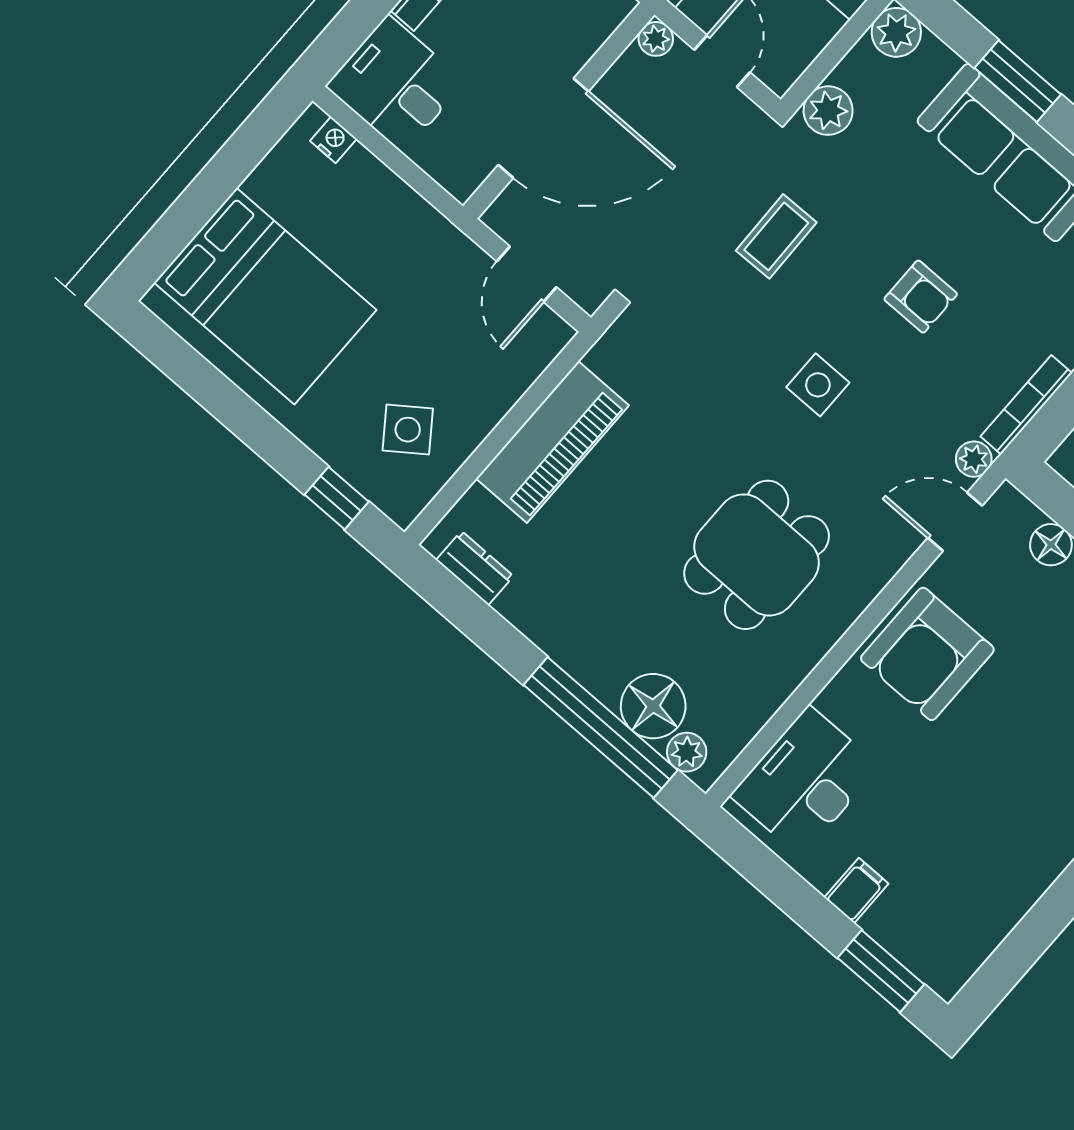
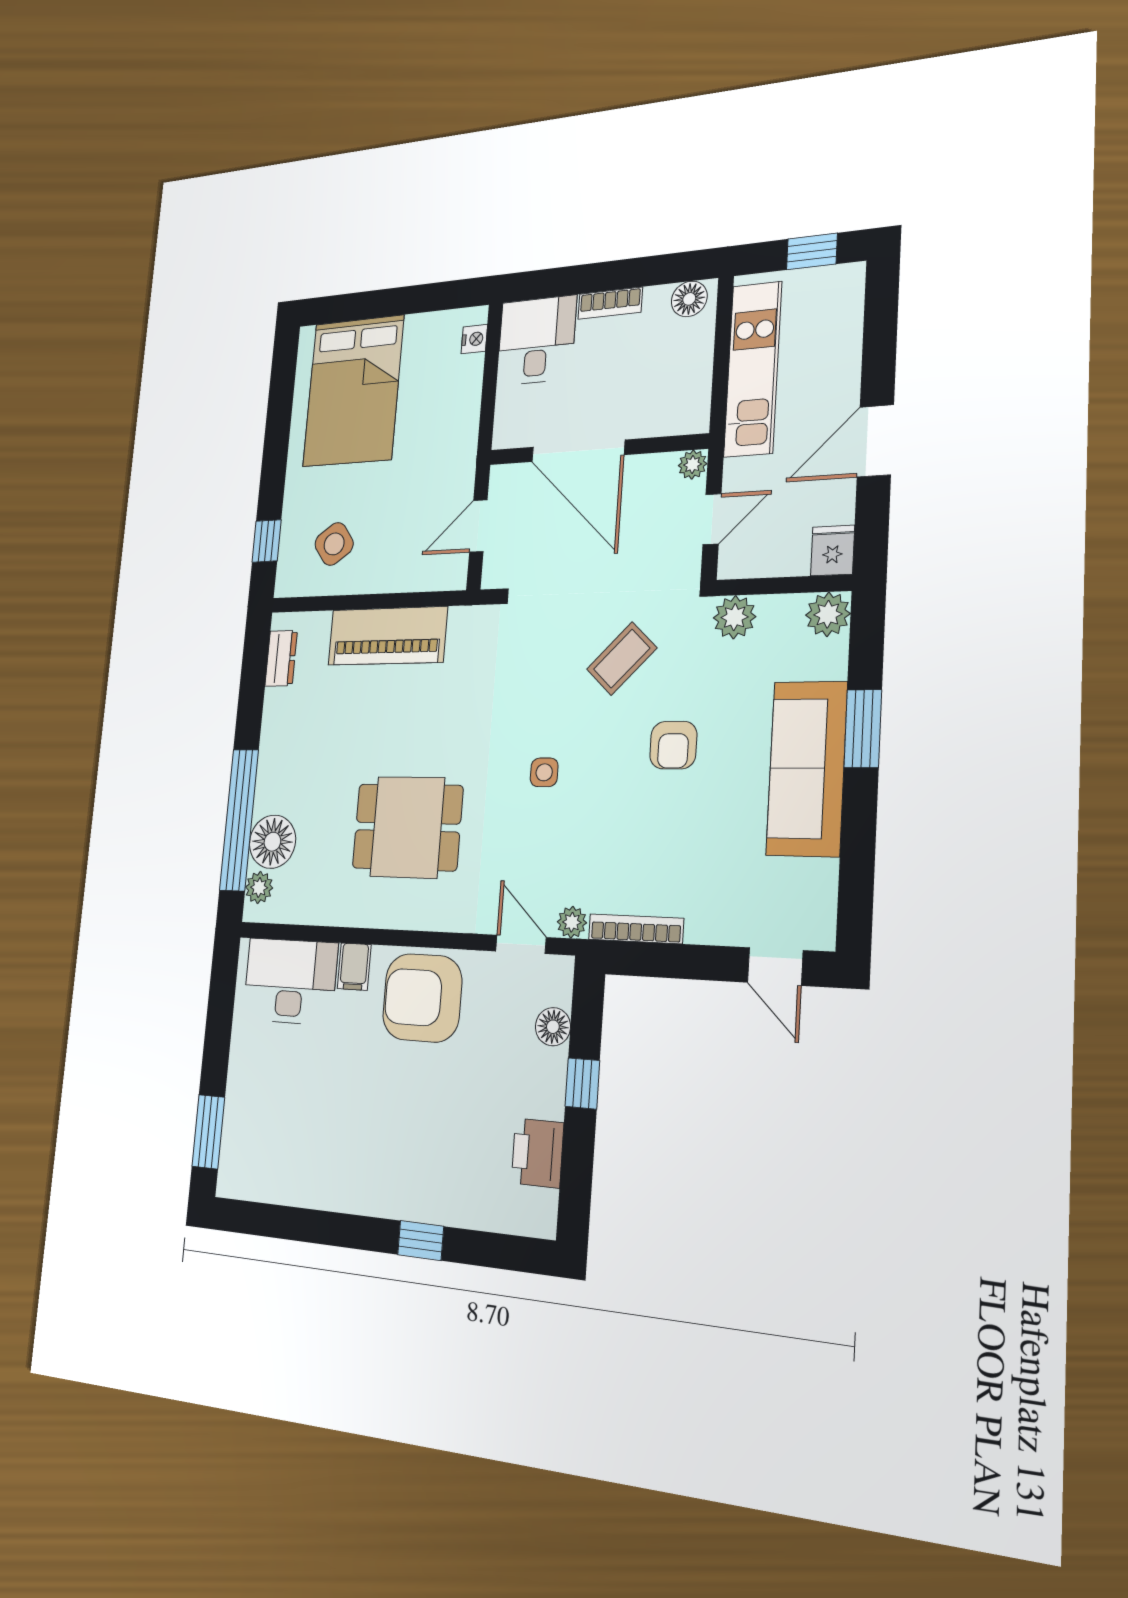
coffee table: (776, 236) -> (622, 659), turned -45
armchair: (921, 297) -> (673, 745), moved
side table: (818, 385) -> (544, 772), width x0.73, depth x0.73
filing cabinet: (856, 891) -> (354, 967), moved, turned 90

